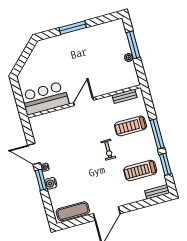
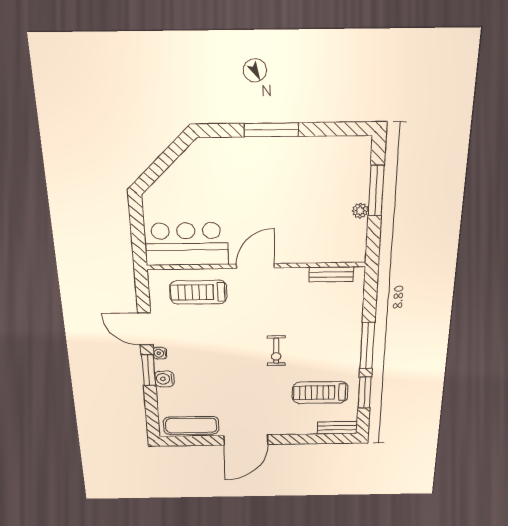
treadmill: (130, 126) -> (198, 292), moved

